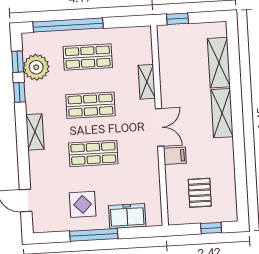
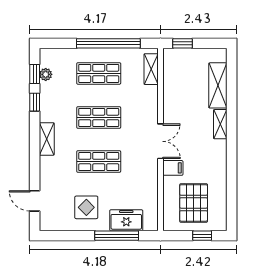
window: (68, 25) -> (108, 43), moved
plant: (36, 67) -> (46, 74), width x0.53, depth x0.53
shelving: (147, 82) -> (151, 69), moved
shelving: (222, 113) -> (220, 124), width x0.67, depth x0.75
pallet: (200, 193) -> (194, 203), width x1.50, depth x1.42
window: (94, 235) -> (117, 236), moved

